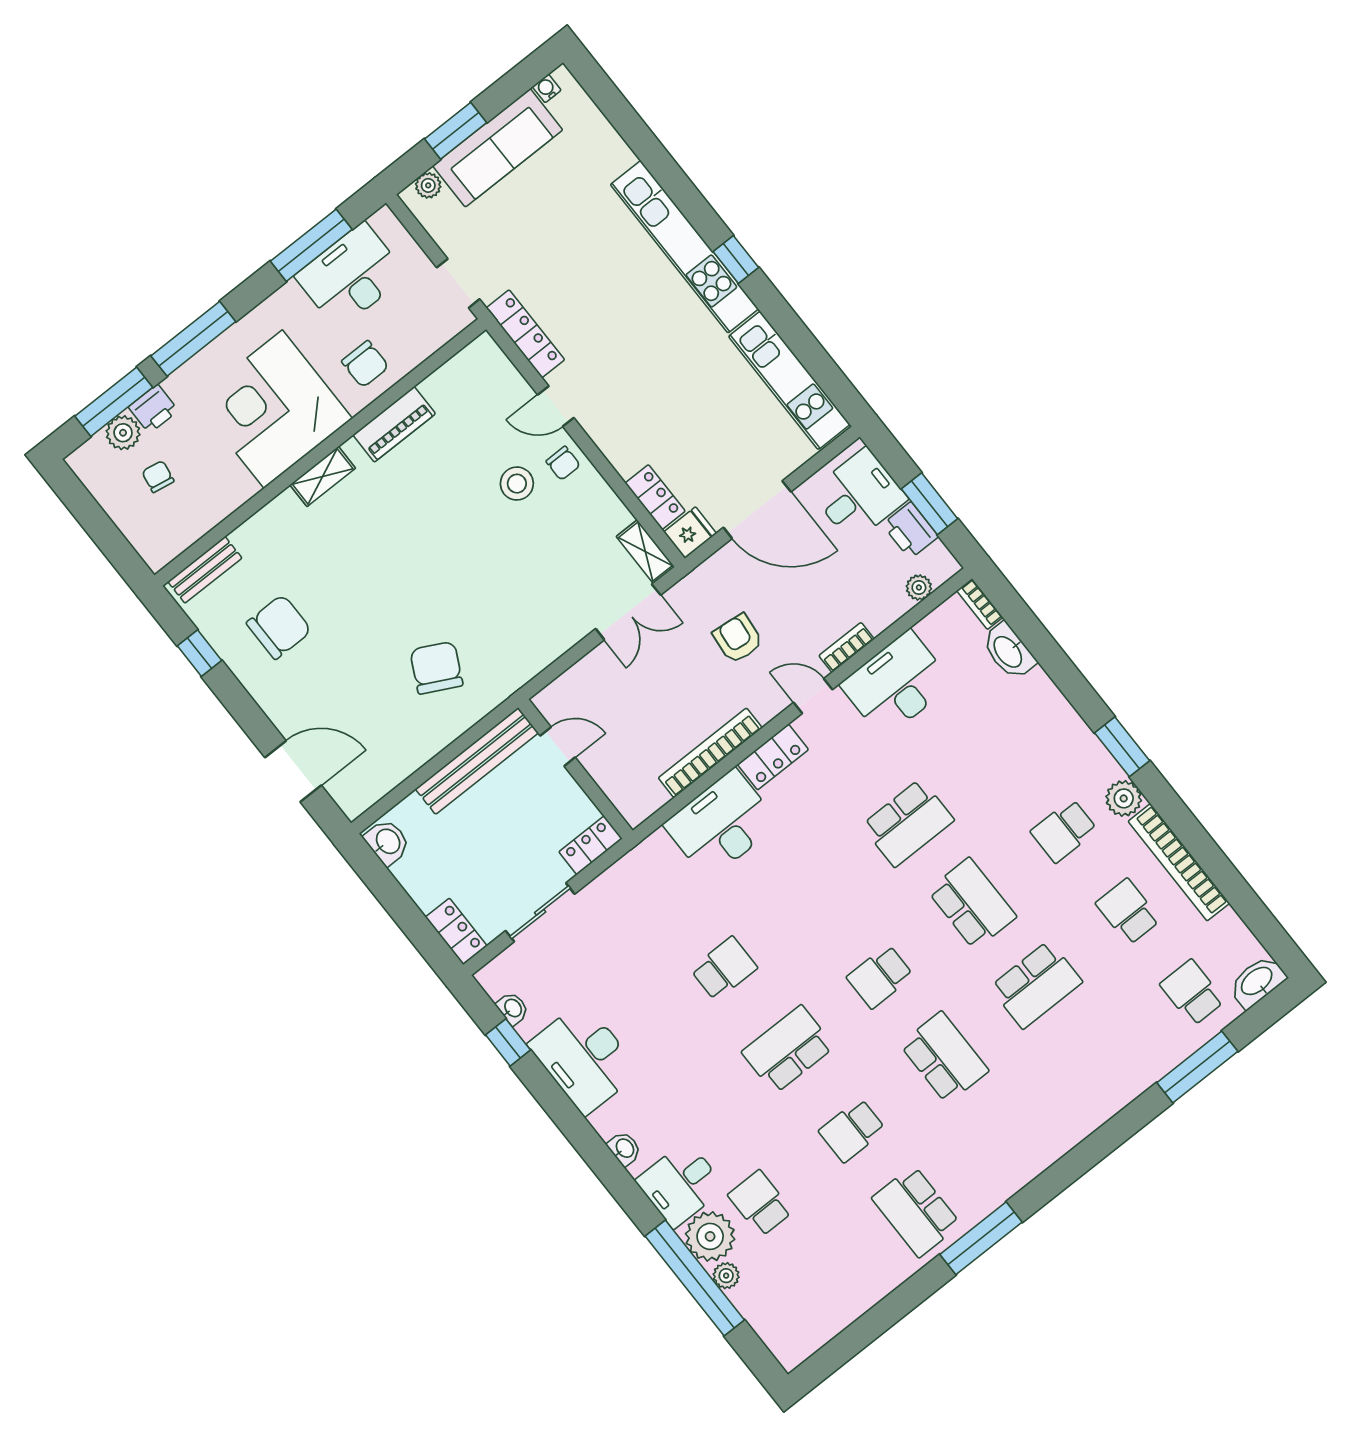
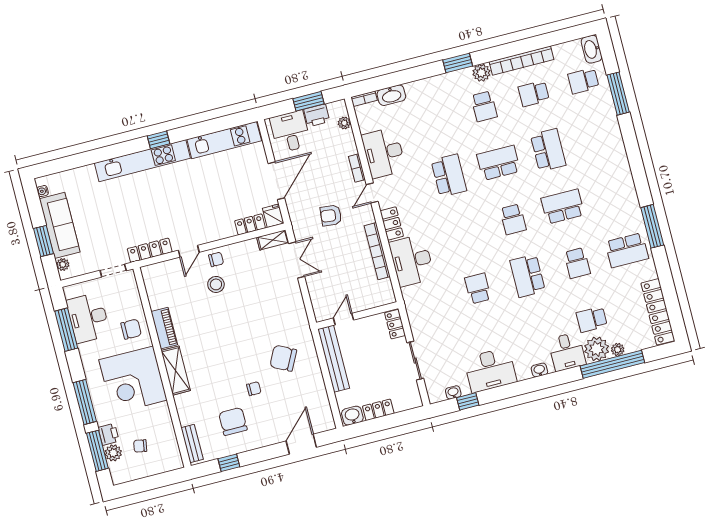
shelving: (323, 476) -> (176, 371), width x1.50, depth x1.33
chair: (356, 639) -> (254, 389), added
locker: (456, 931) -> (378, 410), moved
locker: (828, 1319) -> (658, 312), added

